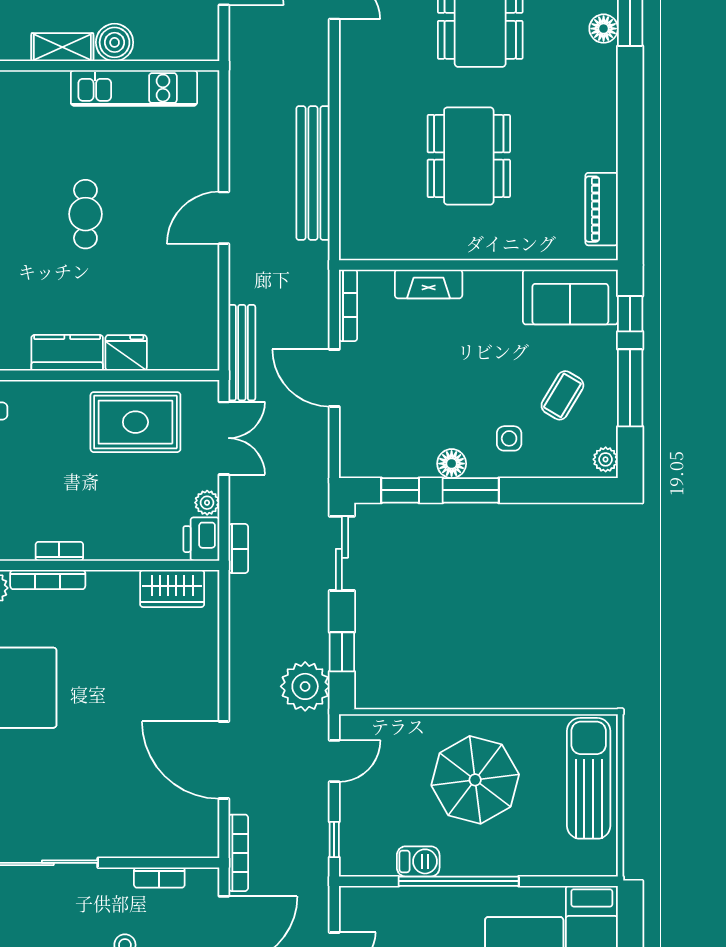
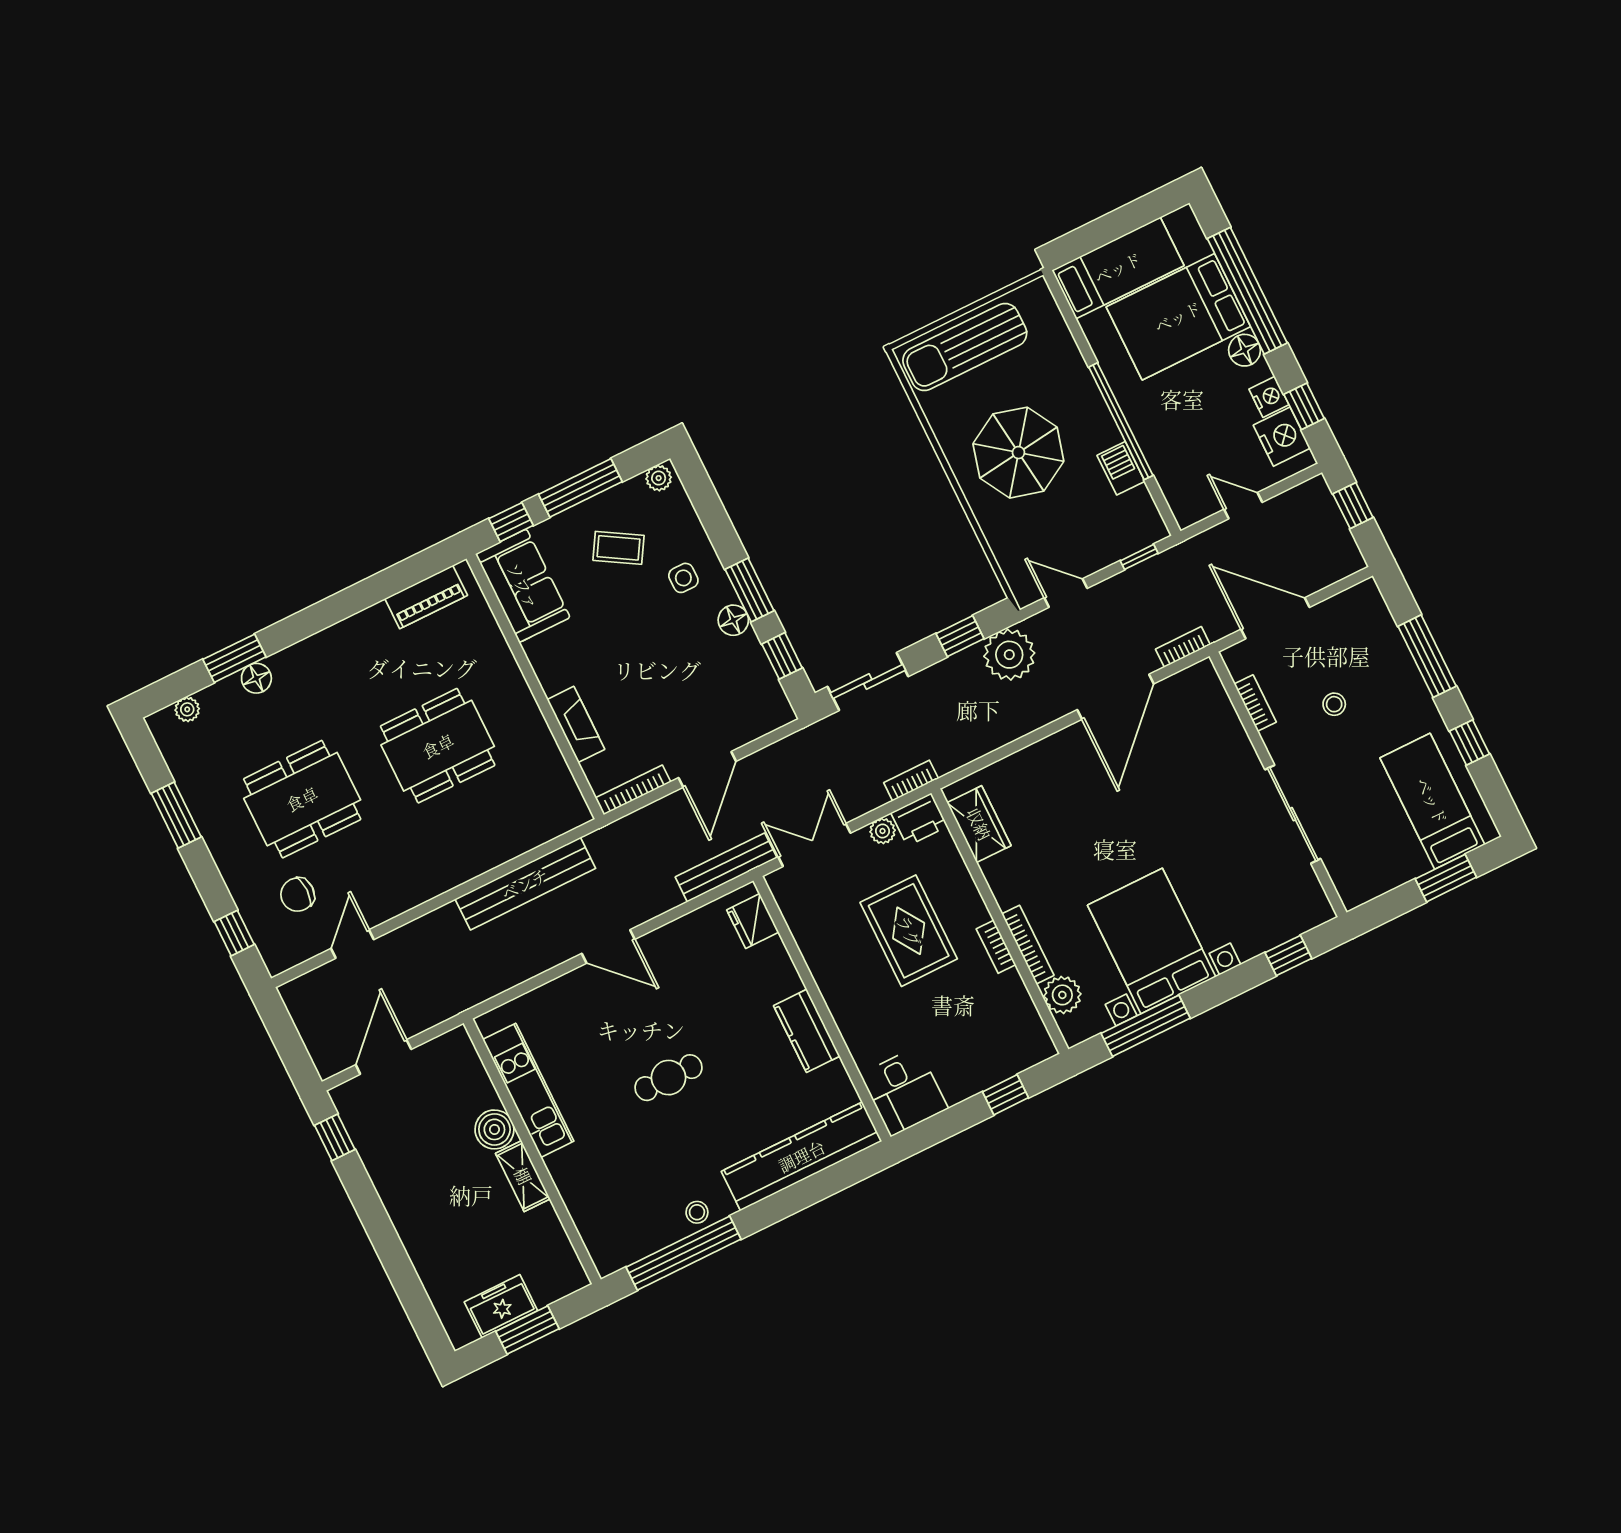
fridge: (126, 353) -> (753, 921), moved
rug: (135, 422) -> (909, 931), moved
bookcase: (238, 853) -> (1183, 647), width x0.64

